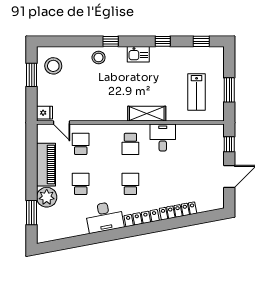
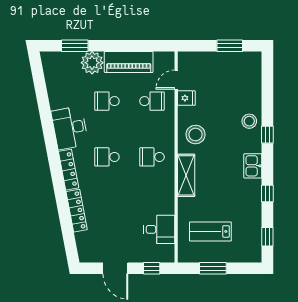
stool: (53, 66) -> (196, 135), moved
fridge: (44, 113) -> (186, 98), moved, turned -90
desk: (163, 137) -> (159, 229), moved
school desk: (81, 184) -> (107, 101), turned 180
school desk: (130, 184) -> (107, 157), turned 180

